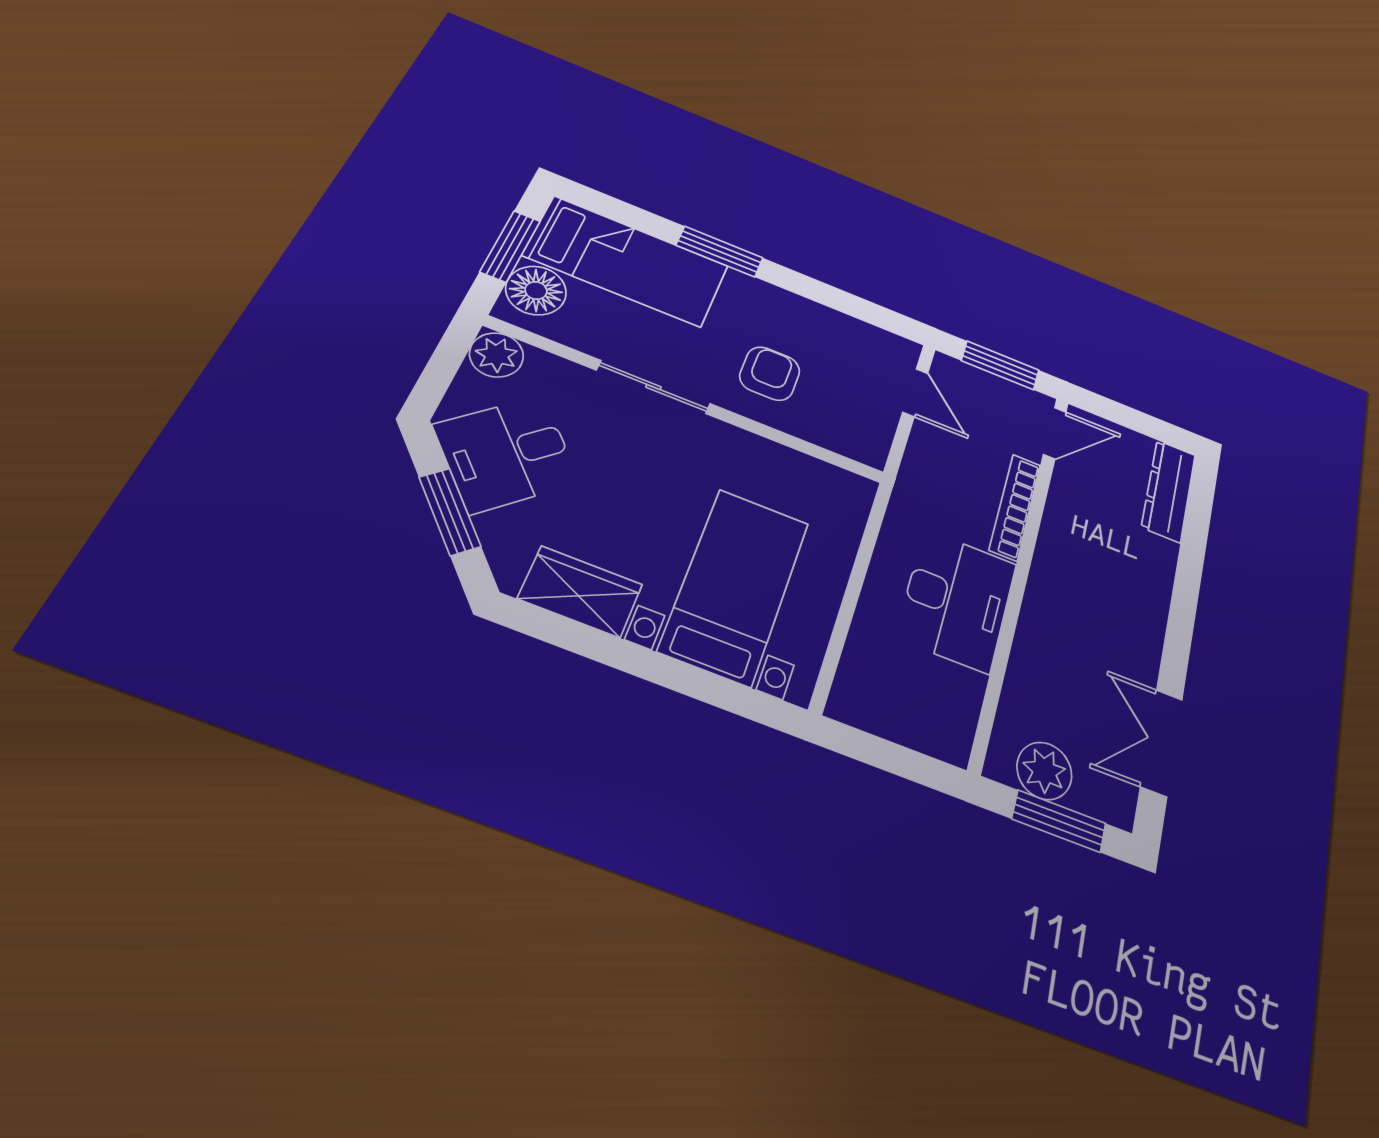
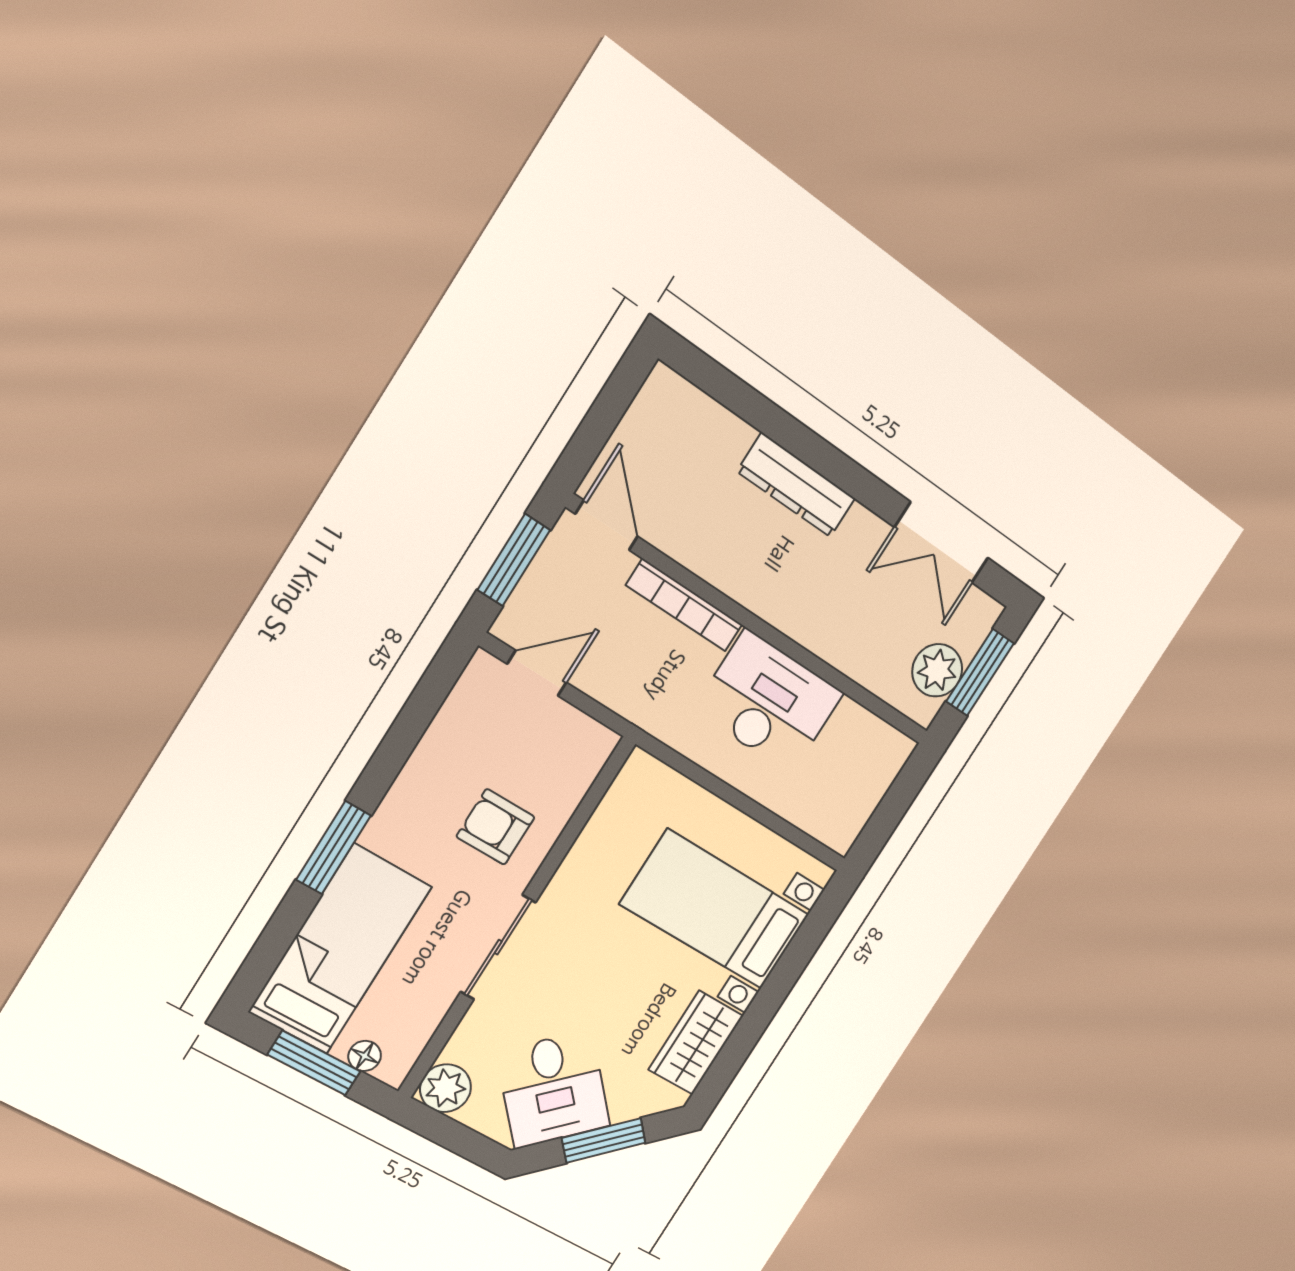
floor lamp: (536, 290) -> (365, 1056), width x0.53, depth x0.53
dresser: (1169, 491) -> (796, 485), moved

